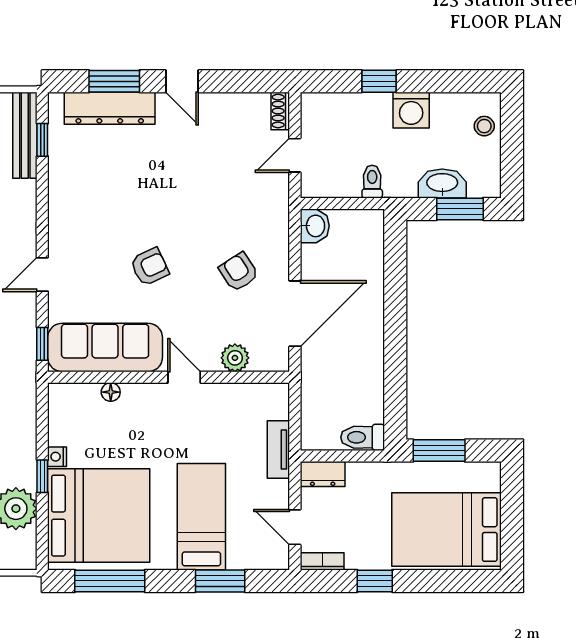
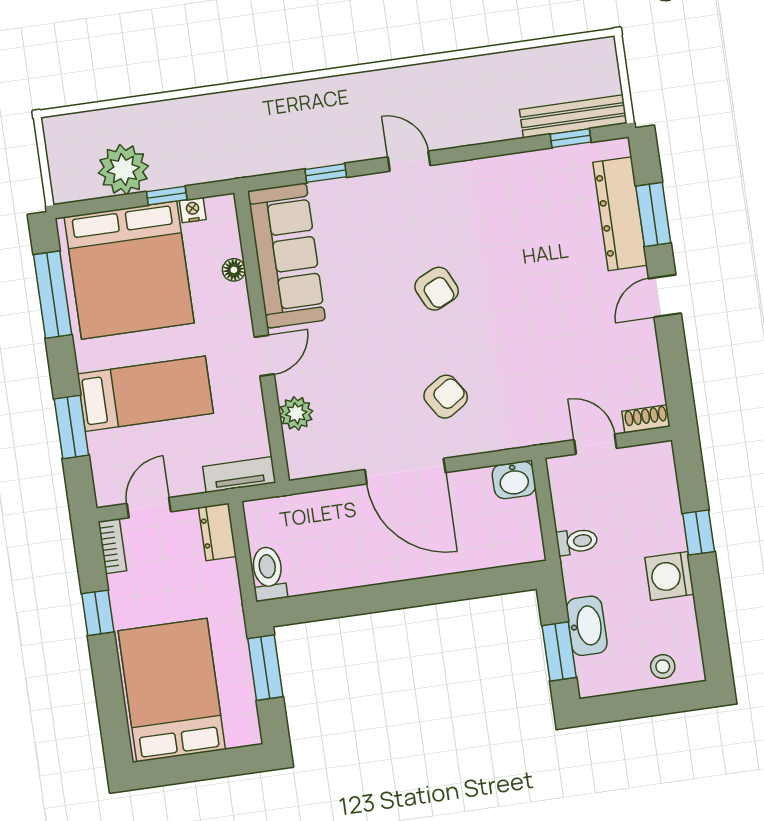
sofa: (105, 347) -> (286, 256), moved
plant: (235, 358) -> (296, 413), moved
wall: (169, 377) -> (262, 337), moved
door: (184, 377) -> (264, 356), moved
floor lamp: (111, 392) -> (234, 270), moved

